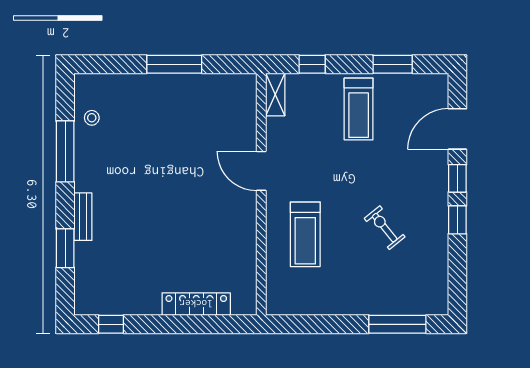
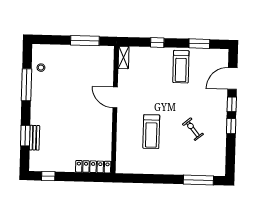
shelving: (275, 94) -> (124, 57), moved
door: (261, 171) -> (115, 97), moved
wall: (261, 194) -> (115, 110), moved
bench: (83, 217) -> (34, 138), moved

